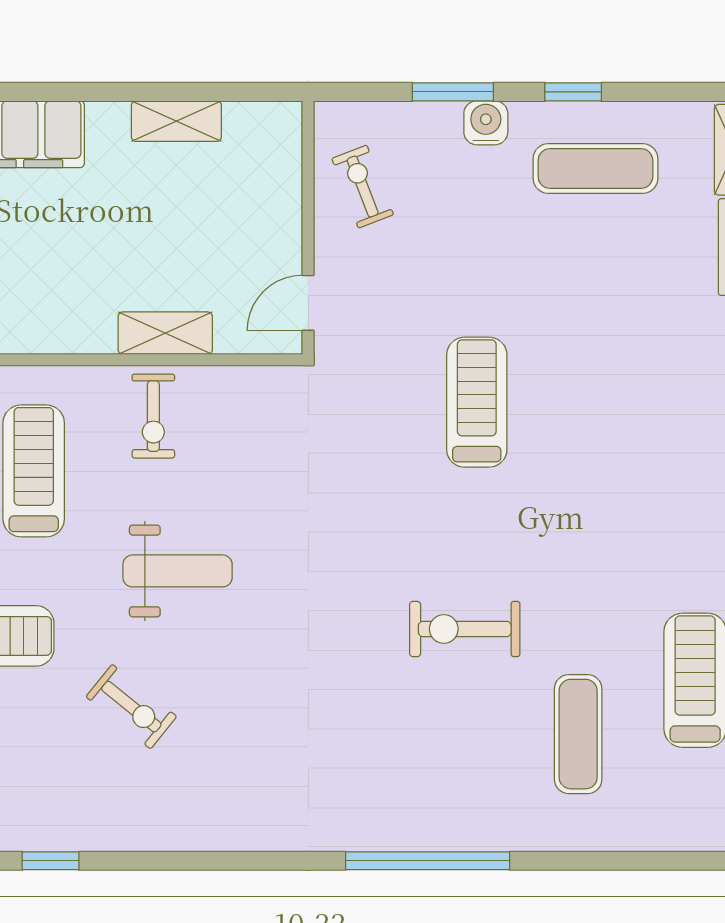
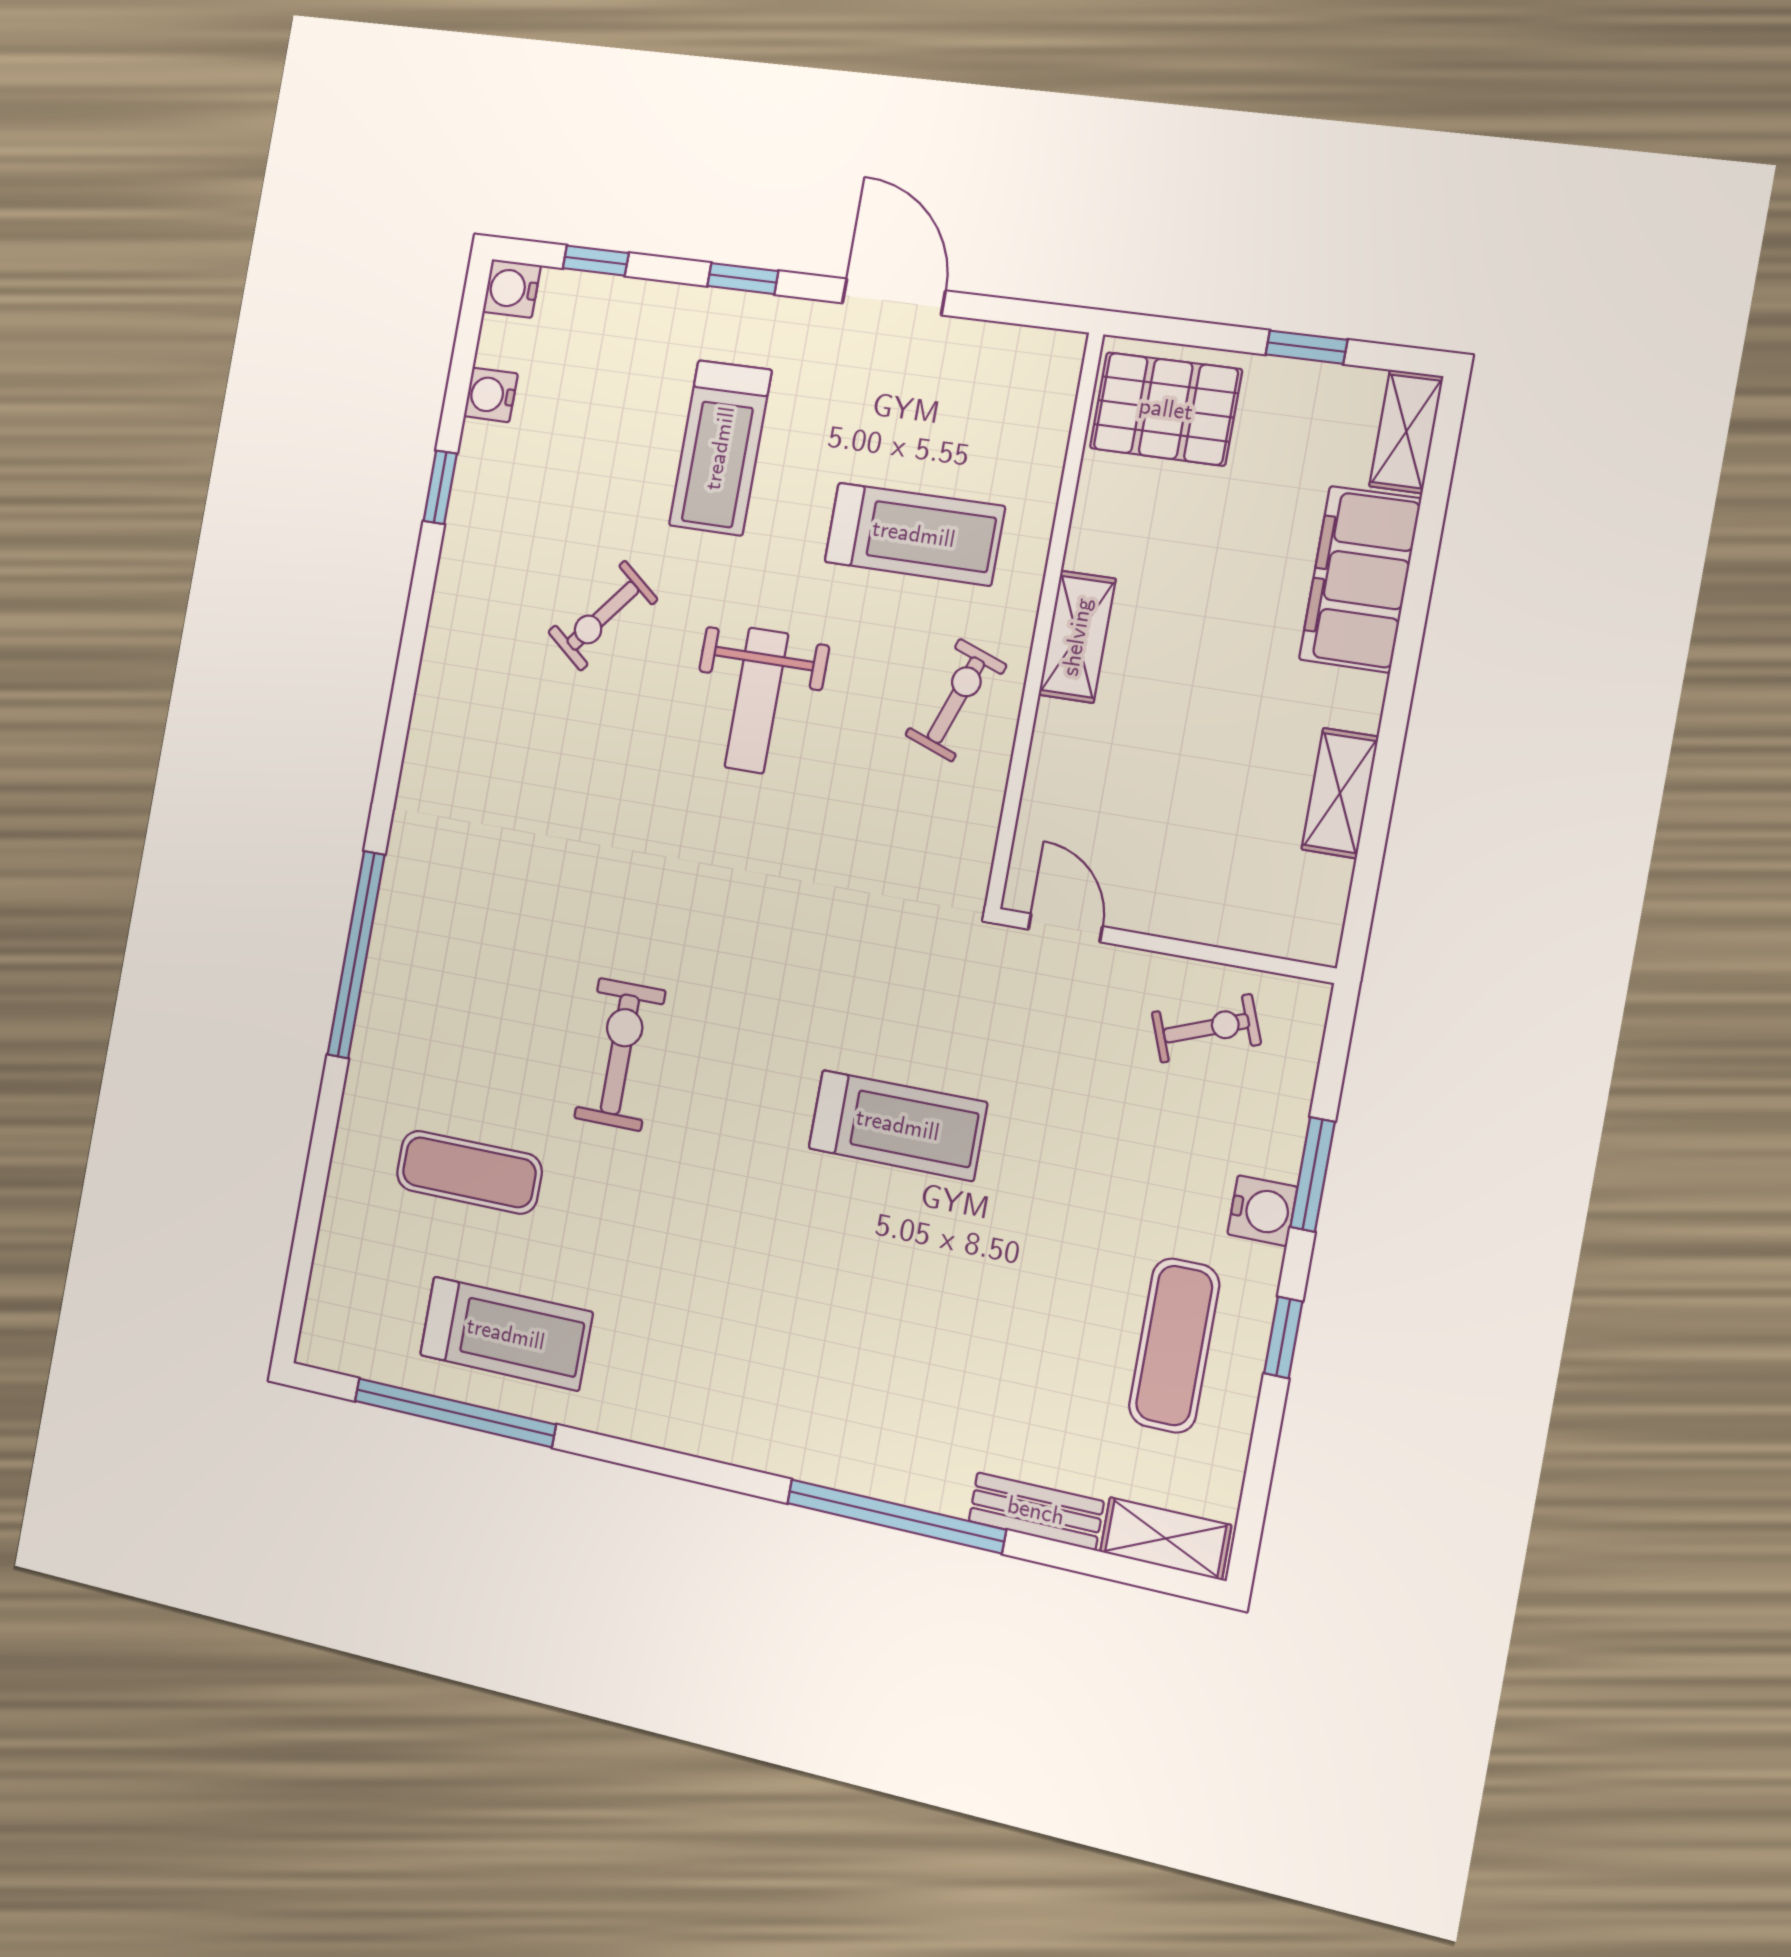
shelving: (165, 333) -> (1077, 637), moved
exercise bike: (153, 416) -> (956, 700), turned 110

